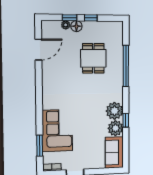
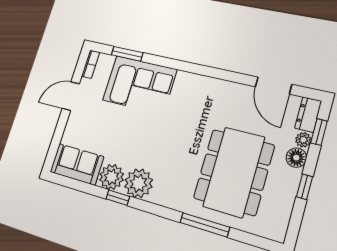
window: (70, 18) -> (319, 132), moved
dresser: (51, 26) -> (308, 115), added
dining table: (93, 58) -> (234, 172), width x1.88, depth x1.24
window: (126, 66) -> (205, 225), width x0.68

